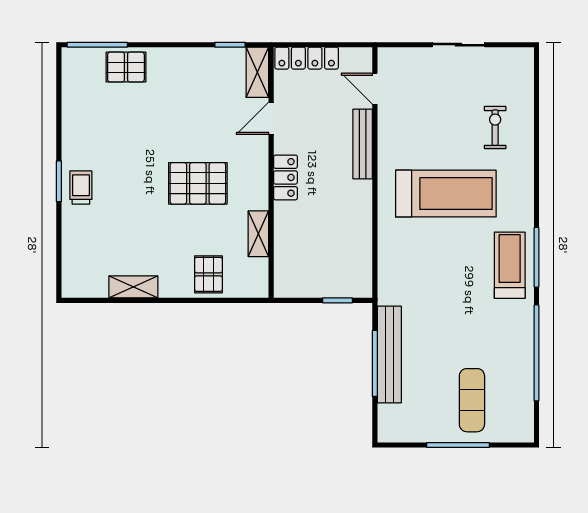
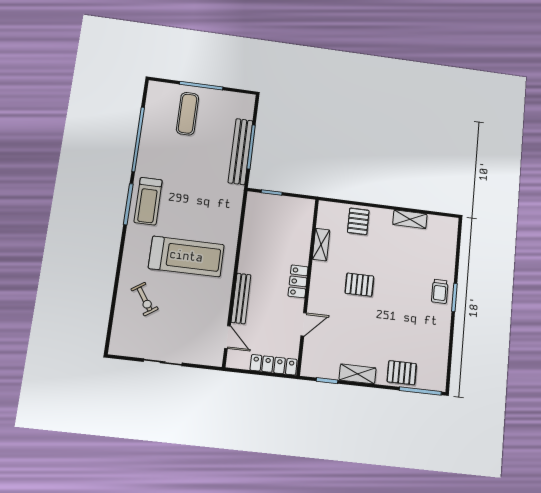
shelving: (257, 72) -> (358, 374), moved, turned 90
exercise bike: (495, 128) -> (145, 299), turned -34
pallet: (198, 183) -> (359, 285), width x0.67, depth x0.71
treadmill: (446, 194) -> (186, 256), turned 180

